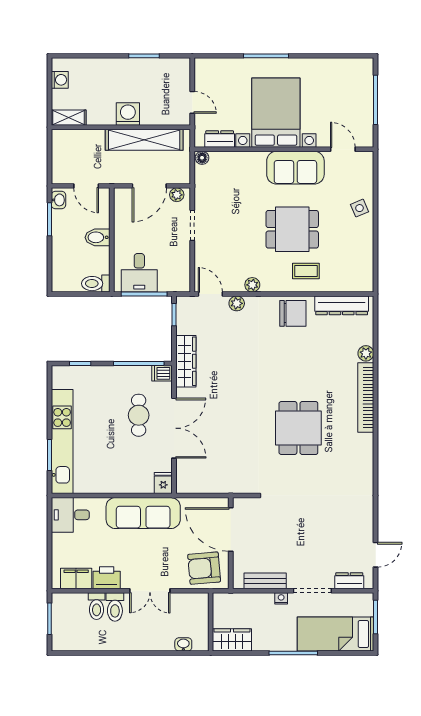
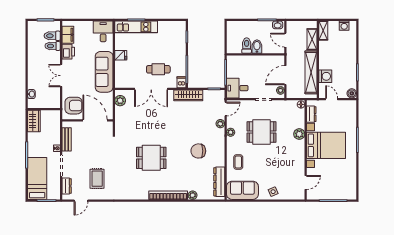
boiler: (182, 66) -> (352, 93), added
door: (192, 102) -> (332, 99), swing flipped
washing machine: (128, 114) -> (325, 76), moved
shelving: (84, 138) -> (312, 39), added
plant: (256, 161) -> (299, 134), added
sofa: (295, 168) -> (242, 190), moved, turned 90
door: (86, 186) -> (285, 40), hinge flipped
door: (149, 186) -> (285, 75), hinge flipped
dining table: (292, 229) -> (262, 132), moved, turned 90
desk: (139, 273) -> (237, 88), moved
toilet: (96, 284) -> (247, 46), moved
chair: (293, 313) -> (198, 151), moved, turned 90
kitchen unit: (62, 441) -> (136, 27), width x0.73
fridge: (163, 483) -> (121, 55), moved
plant: (195, 484) -> (120, 101), added
rug: (336, 526) -> (97, 179), added
door: (231, 529) -> (95, 120), hinge flipped
door: (376, 555) -> (81, 201), hinge flipped
armchair: (204, 568) -> (74, 106), turned 95
toilet: (115, 607) -> (52, 36), moved

